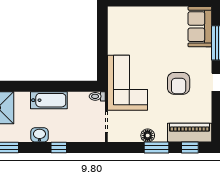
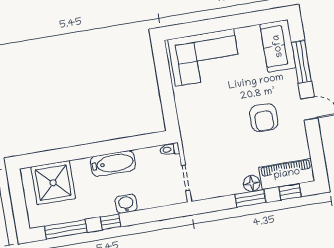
corner sofa: (127, 83) -> (204, 57), moved, turned 90
washbasin: (39, 135) -> (126, 204), moved
floor lamp: (148, 136) -> (252, 183), moved
window: (59, 148) -> (111, 222), moved

